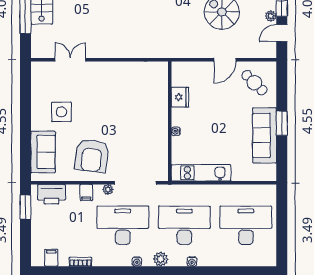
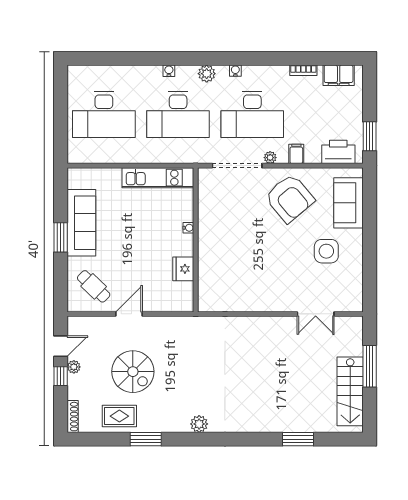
armchair: (92, 156) -> (290, 198), turned 132
filing cabinet: (51, 258) -> (339, 75), width x2.00

